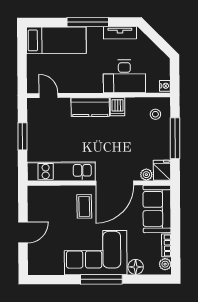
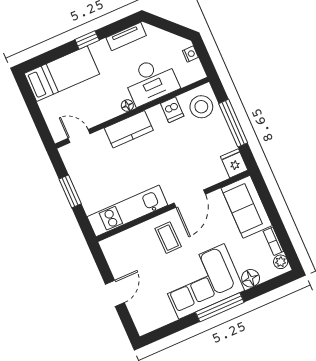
window: (88, 22) -> (87, 40), width x0.46
nightstand: (165, 86) -> (190, 54), moved
floor lamp: (97, 88) -> (127, 106), added
dishwasher: (118, 107) -> (172, 110), moved
stool: (155, 114) -> (201, 107), width x1.89, depth x1.89
plant: (146, 175) -> (219, 175), removed
door: (115, 183) -> (190, 199), width x0.73

